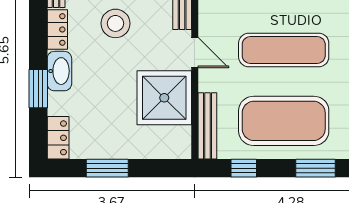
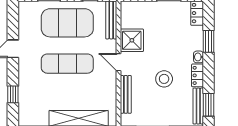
washbasin: (59, 71) -> (199, 57), width x0.52, depth x0.69
shower: (164, 98) -> (132, 40), width x0.73, depth x0.73

